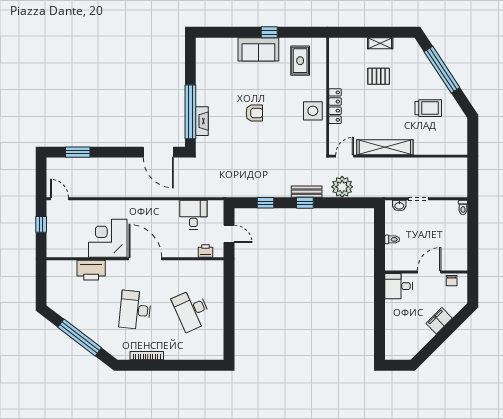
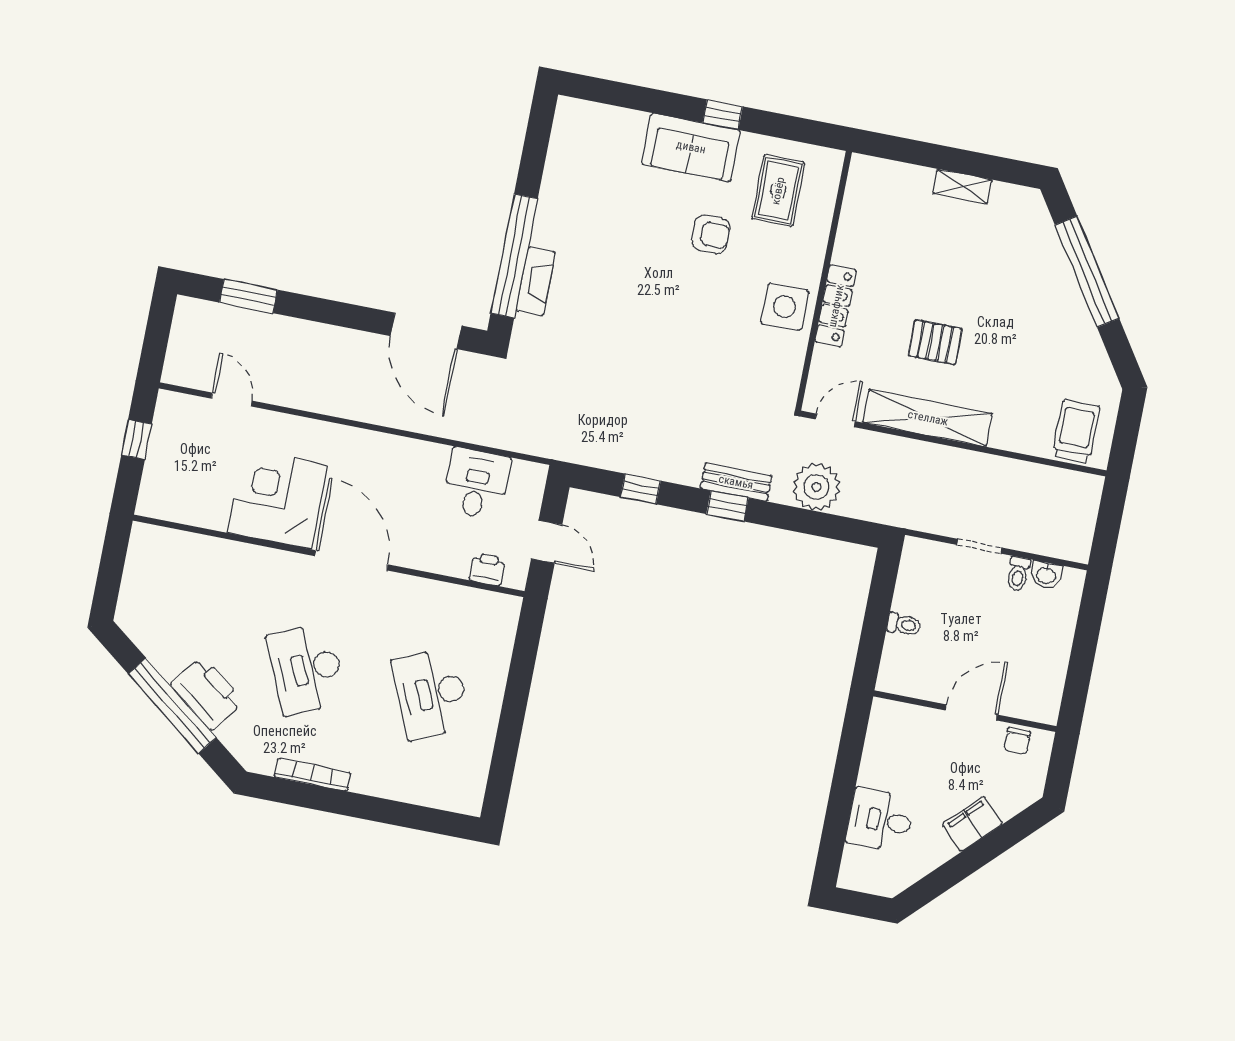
pallet: (379, 76) -> (935, 342), moved
trolley: (428, 108) -> (1076, 432), moved, turned -90
armchair: (254, 113) -> (711, 234), moved
door: (60, 199) -> (232, 400), moved
washbasin: (399, 206) -> (1046, 575), moved
toilet: (463, 207) -> (1018, 574), moved
printer: (91, 270) -> (207, 693), moved, turned -143
desk: (399, 286) -> (880, 820), moved
desk: (135, 310) -> (307, 669), turned -30

